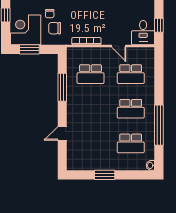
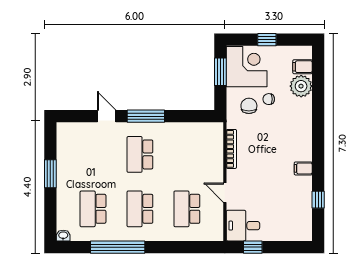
door: (119, 46) -> (225, 193), hinge flipped
school desk: (91, 74) -> (140, 154), moved
window: (62, 87) -> (146, 116), moved

